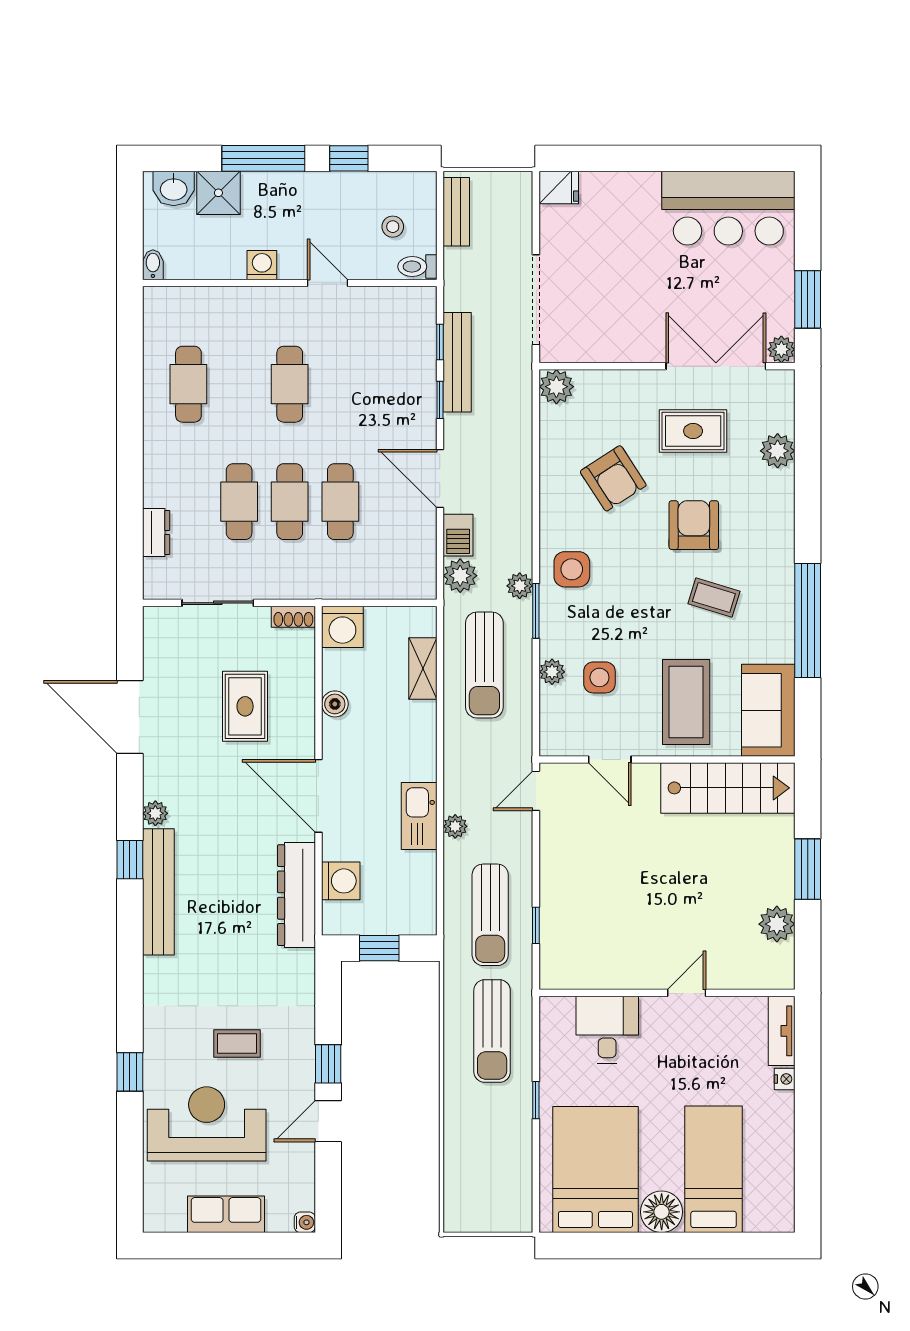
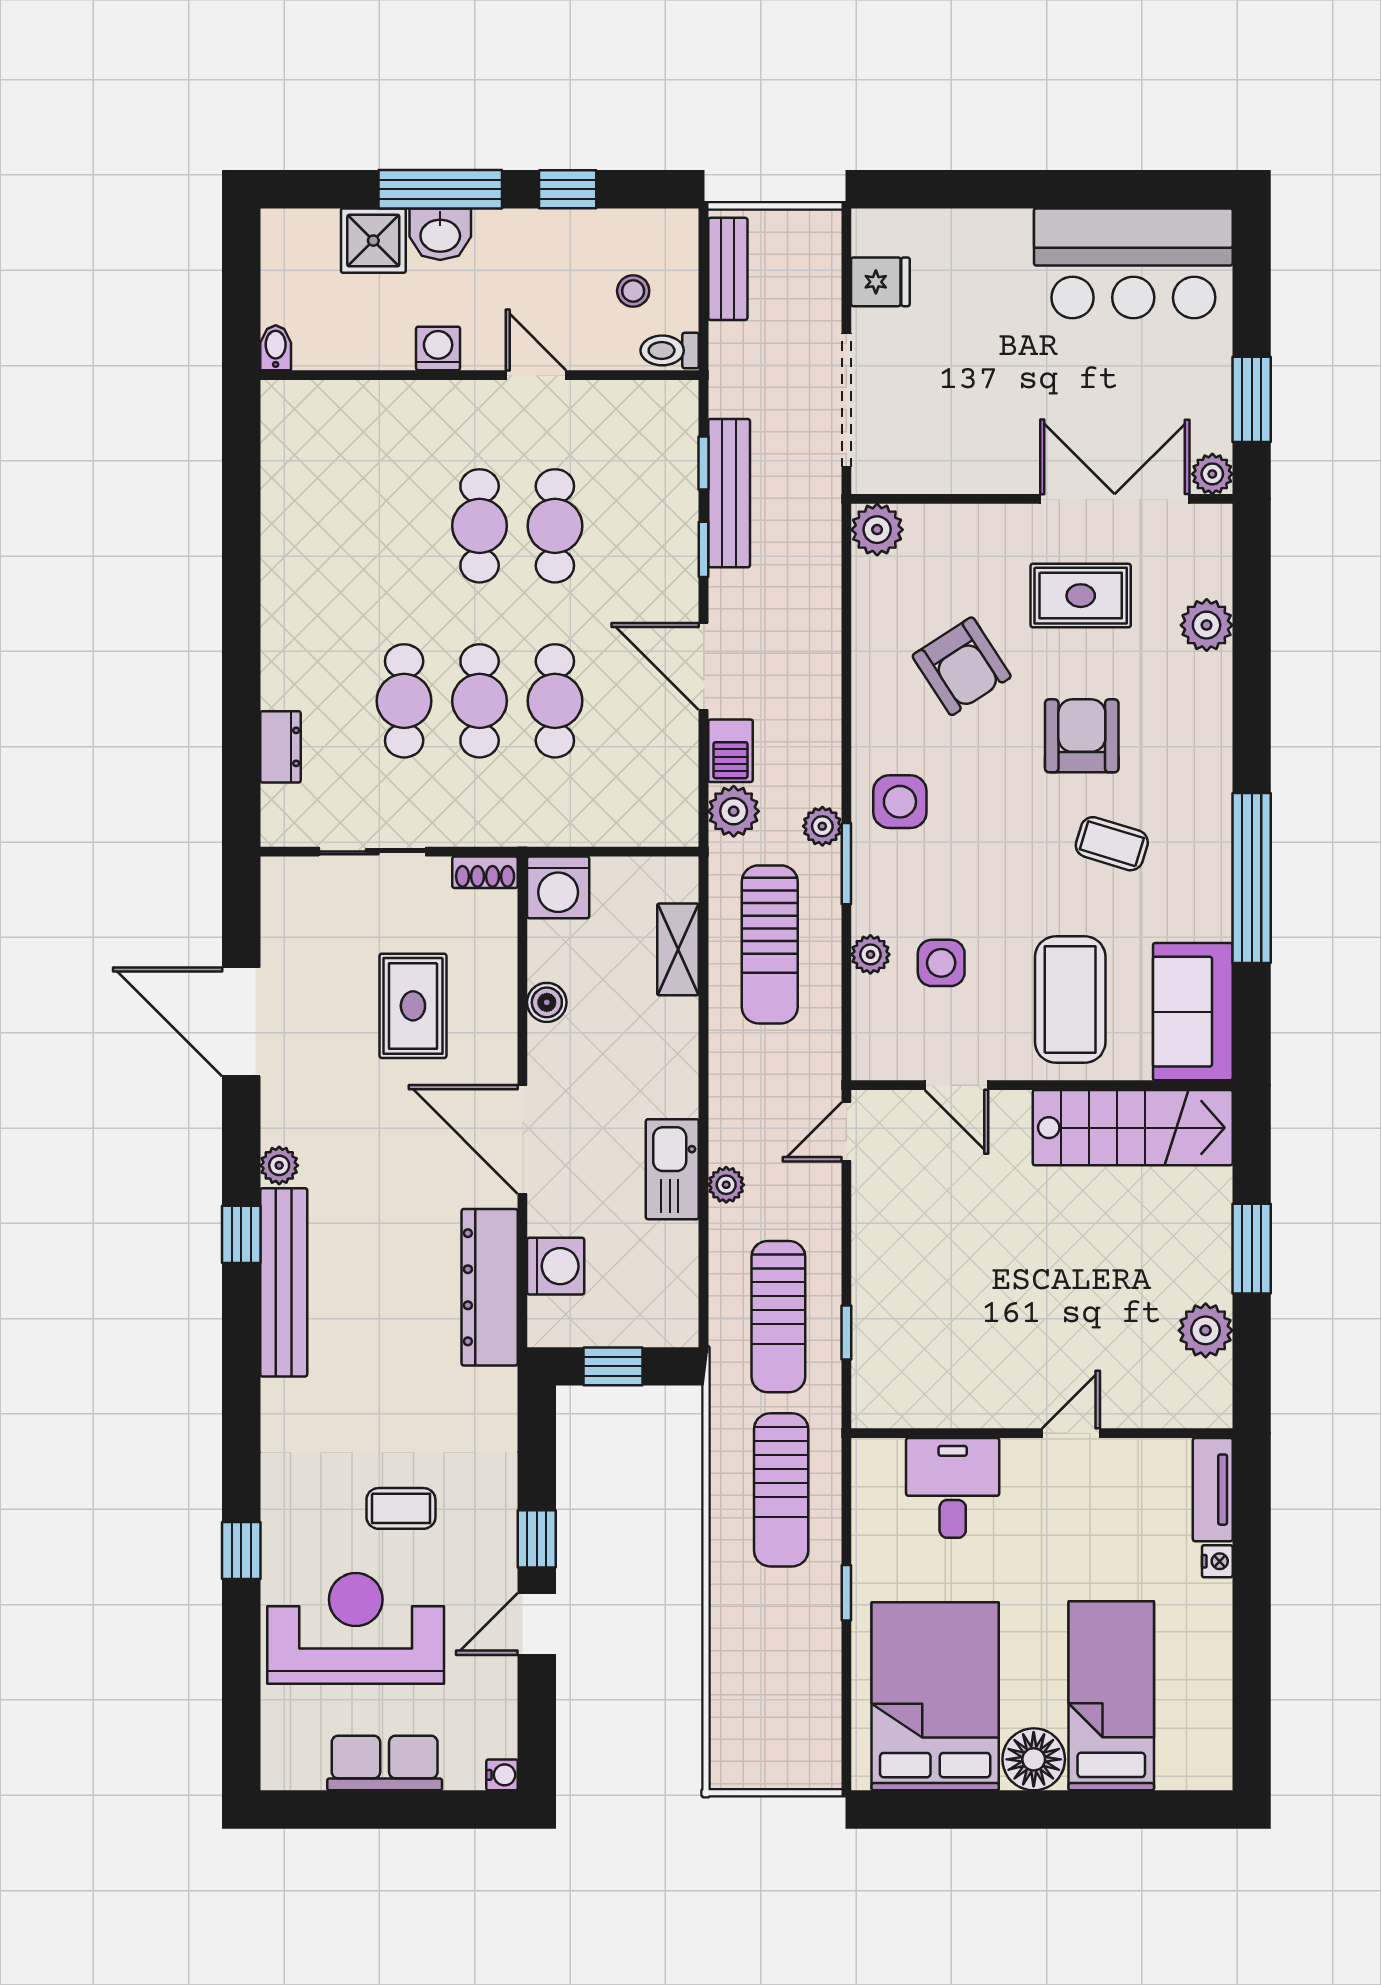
fridge: (559, 188) -> (880, 282), moved
washbasin: (174, 189) -> (440, 234), moved
cafe table: (188, 384) -> (555, 526), moved

